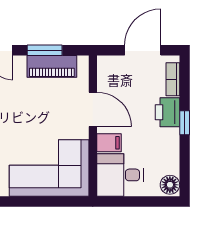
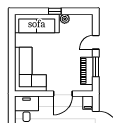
filing cabinet: (109, 143) -> (88, 103), moved

